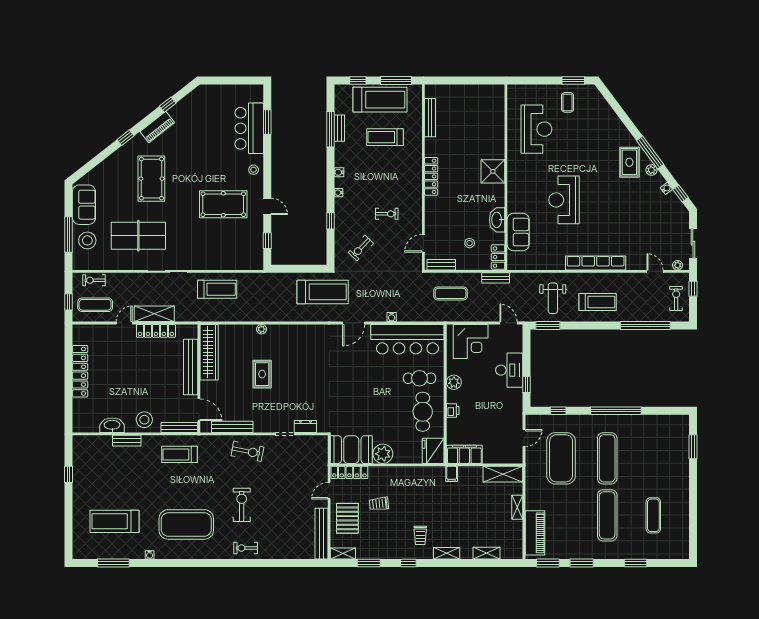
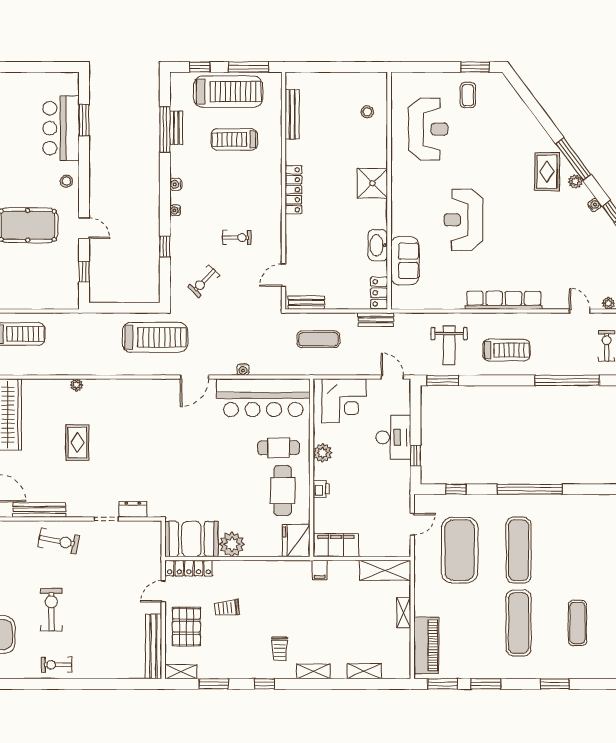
stool: (470, 243) -> (367, 112), moved

